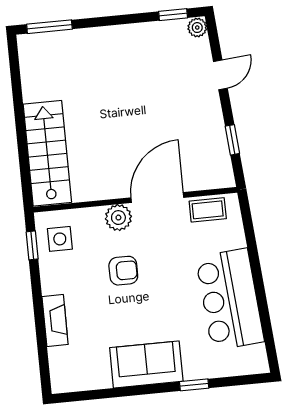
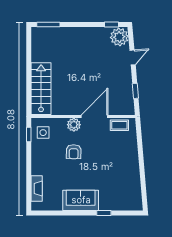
plant: (197, 28) -> (119, 37), width x1.87, depth x1.87
armchair: (123, 271) -> (74, 152), turned 91
bar counter: (230, 299) -> (126, 172), removed
fireplace: (55, 320) -> (37, 188), moved

